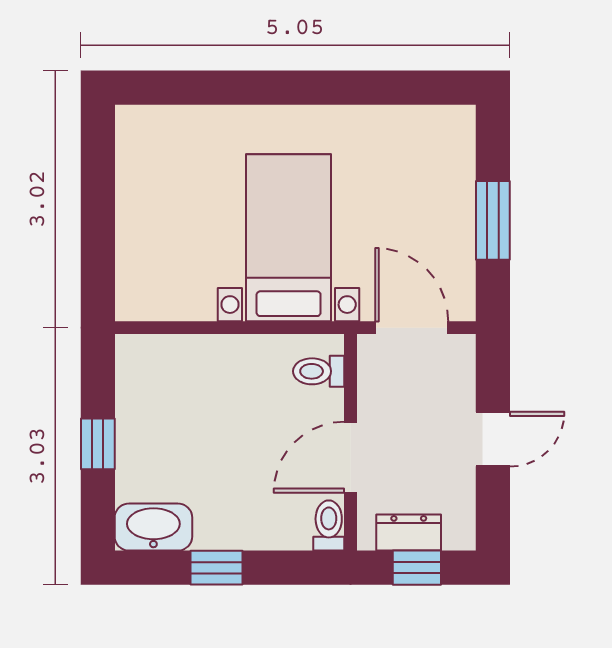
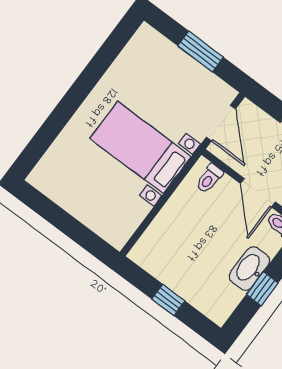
door: (412, 328) -> (221, 123), swing flipped
washbasin: (153, 527) -> (249, 268), moved

